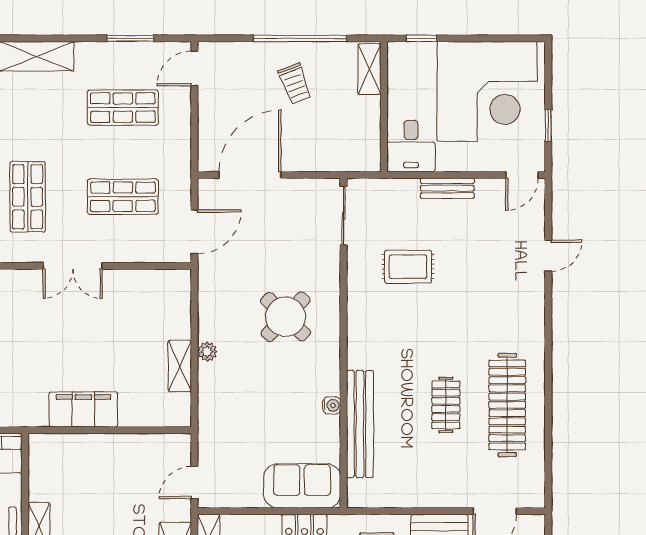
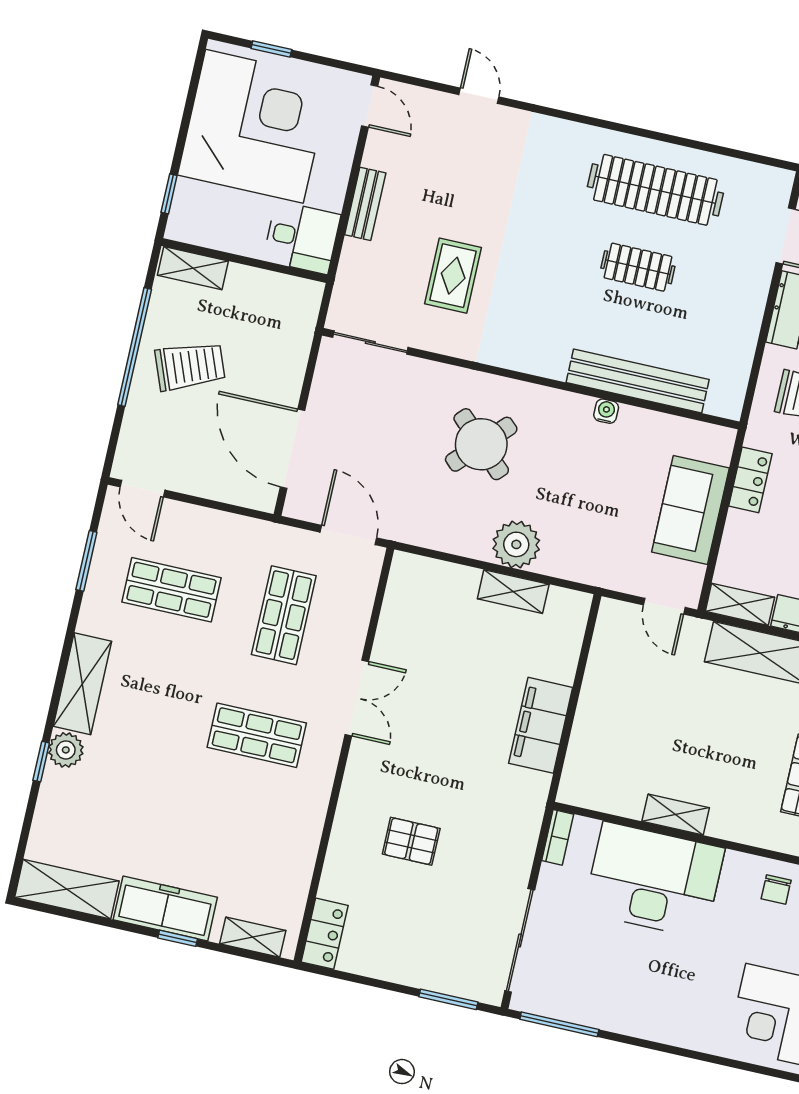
trolley: (295, 84) -> (190, 366), width x1.36, depth x1.39
shop shelf: (123, 108) -> (171, 590), turned 90
window: (548, 125) -> (271, 49), moved
plant: (207, 352) -> (516, 544), width x1.88, depth x1.88
sofa: (302, 486) -> (690, 510), moved

